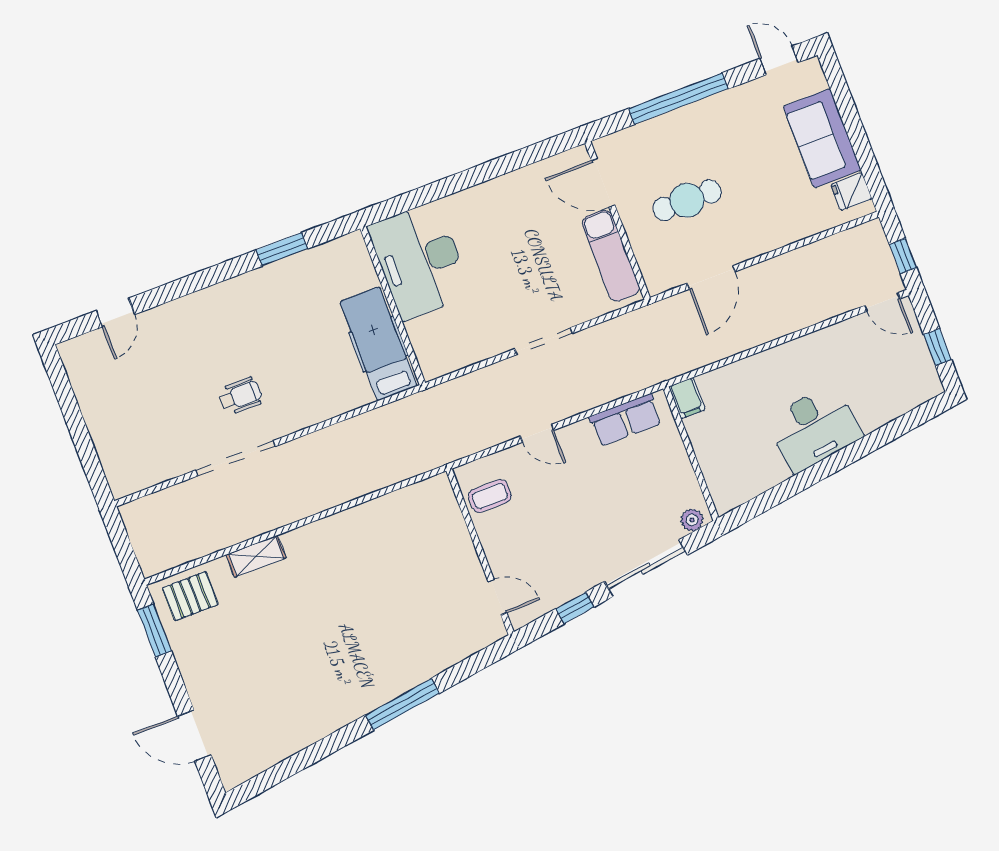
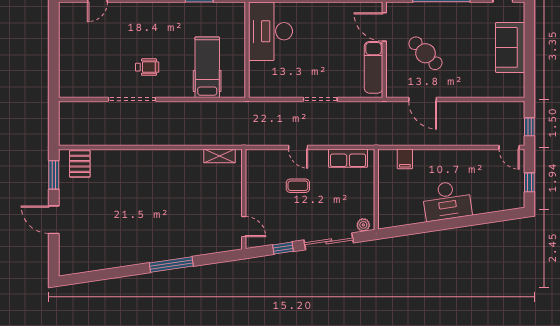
fridge: (851, 192) -> (515, 82), removed
cafe table: (687, 200) -> (425, 53), turned 45
door: (711, 278) -> (423, 99), hinge flipped
hospital bed: (379, 344) -> (207, 67), moved
filing cabinet: (687, 398) -> (405, 159), moved
coffee table: (490, 496) -> (298, 186), moved
shelving: (256, 556) -> (220, 156), moved
pallet: (190, 596) -> (80, 164), turned 90
door: (194, 736) -> (54, 220), moved

